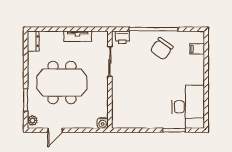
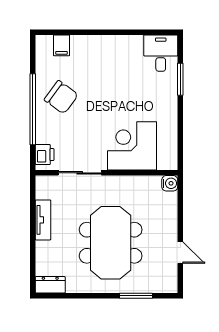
corner desk: (128, 97) -> (132, 146), added
desk: (188, 107) -> (161, 53), width x0.53, depth x0.77
plant: (32, 120) -> (166, 286), removed

